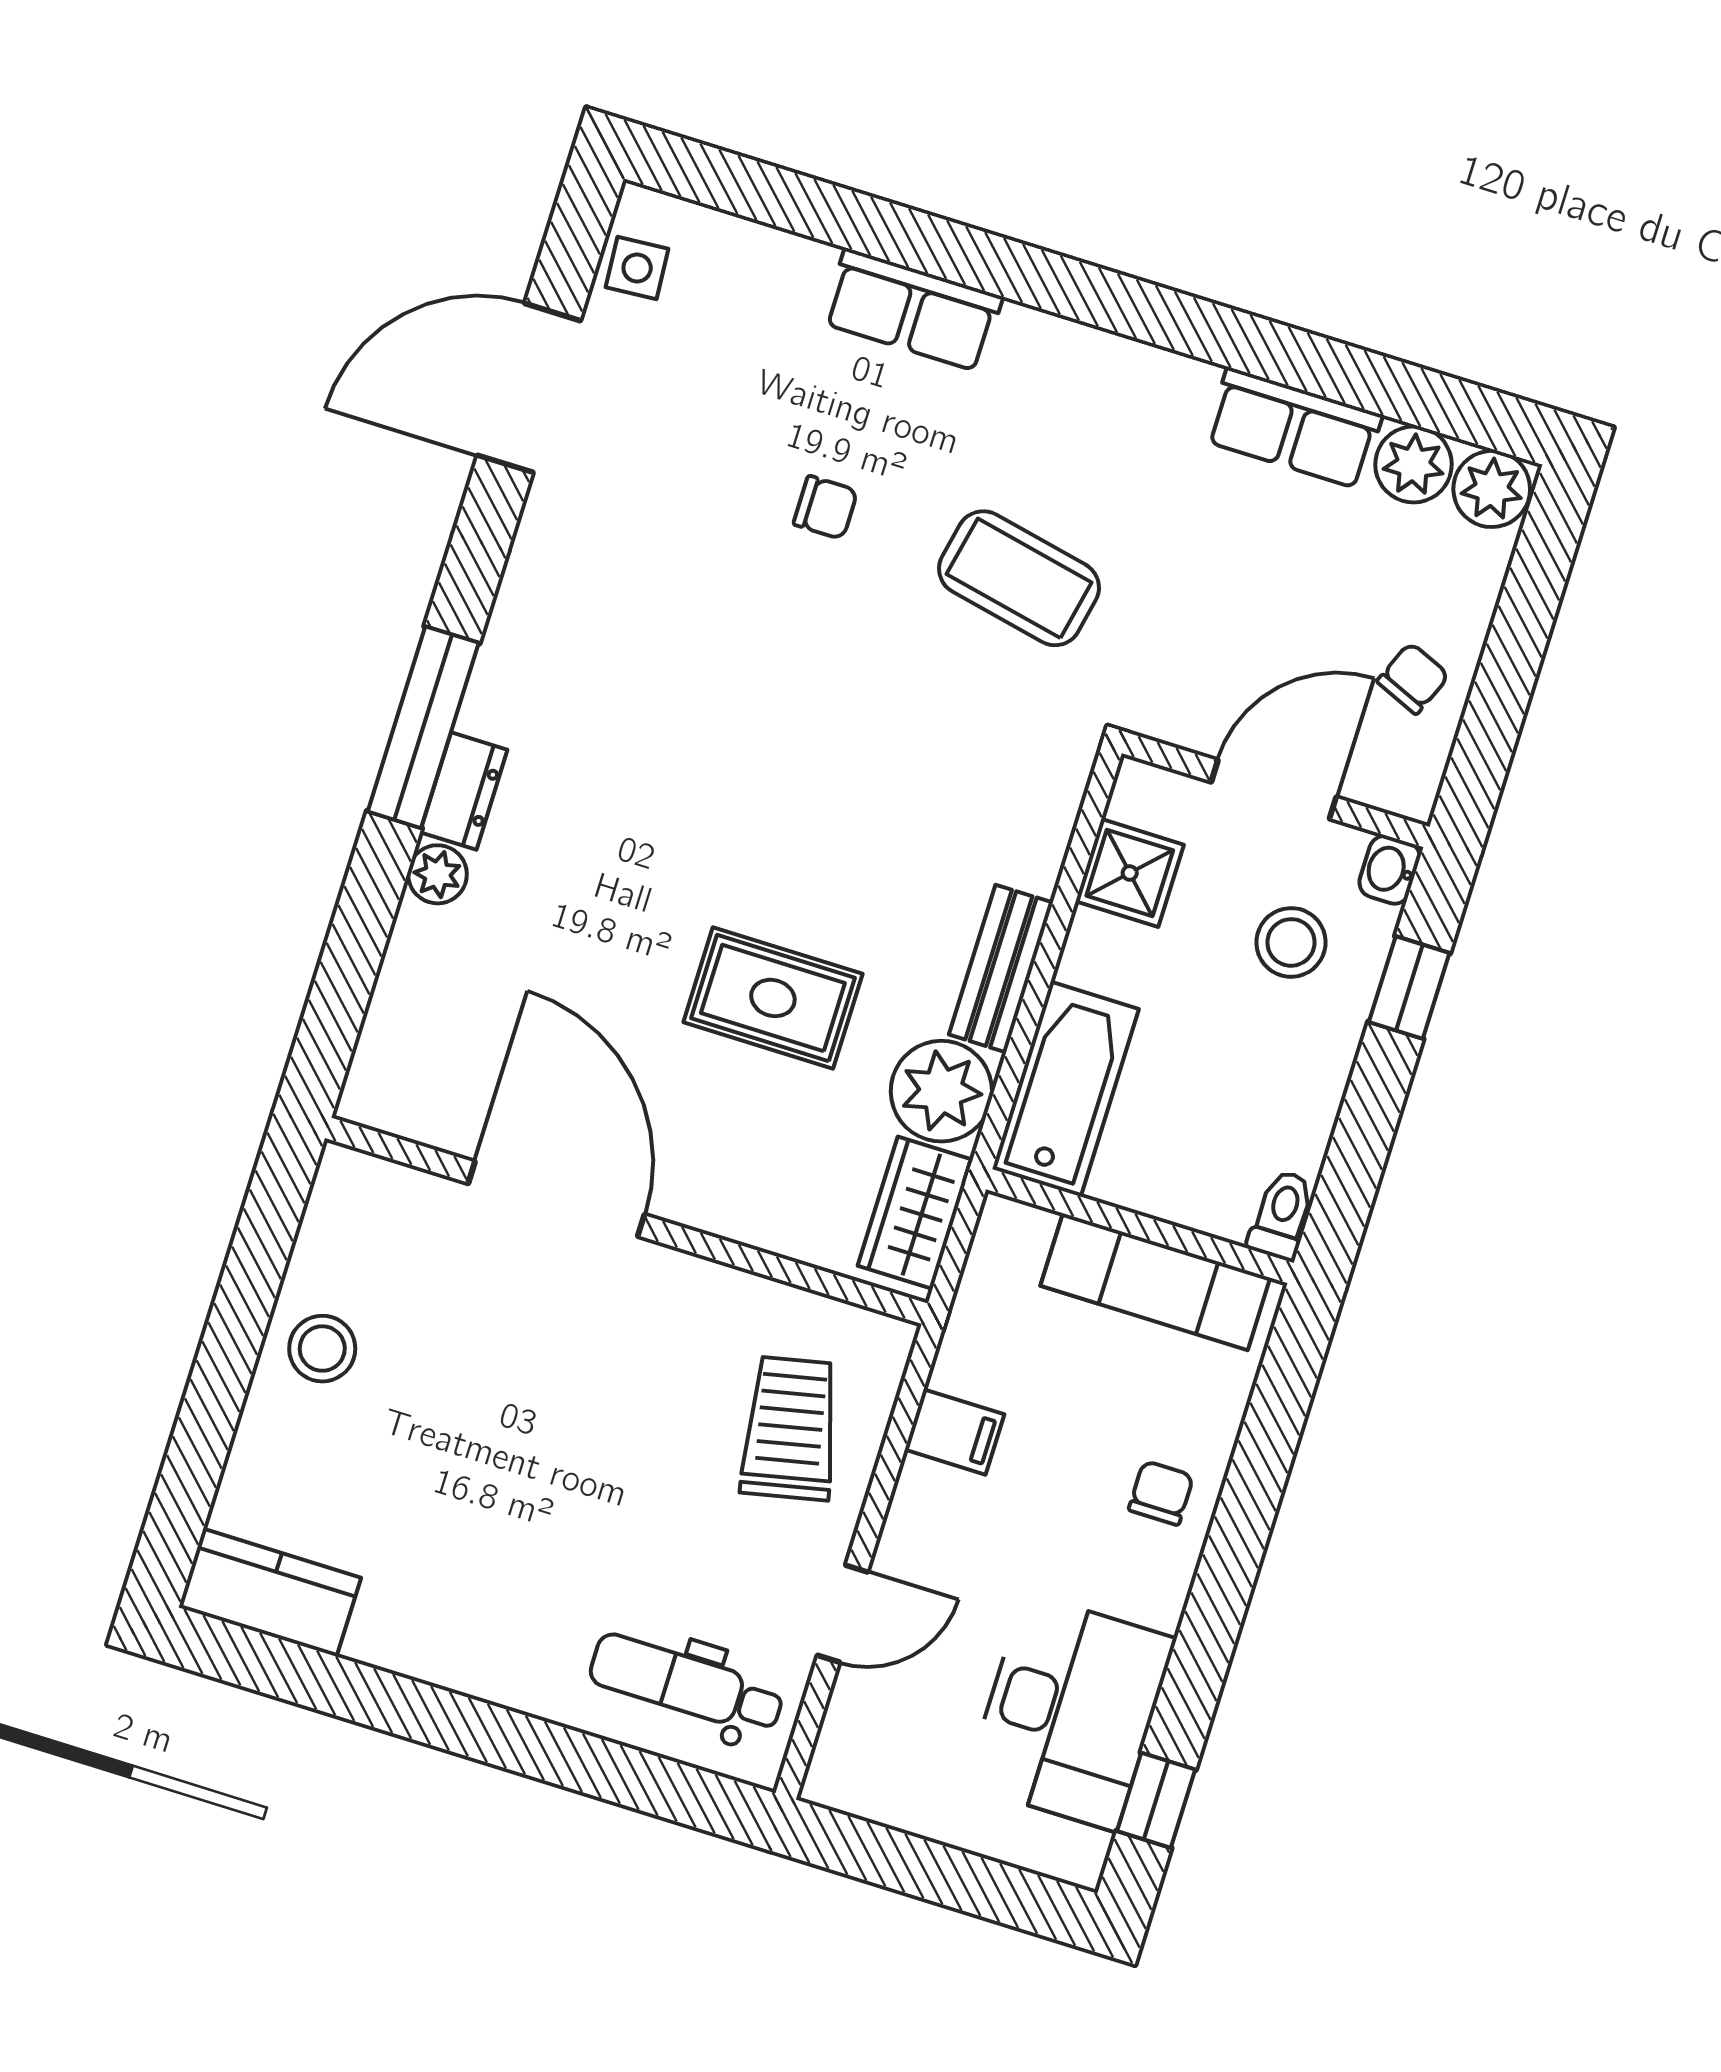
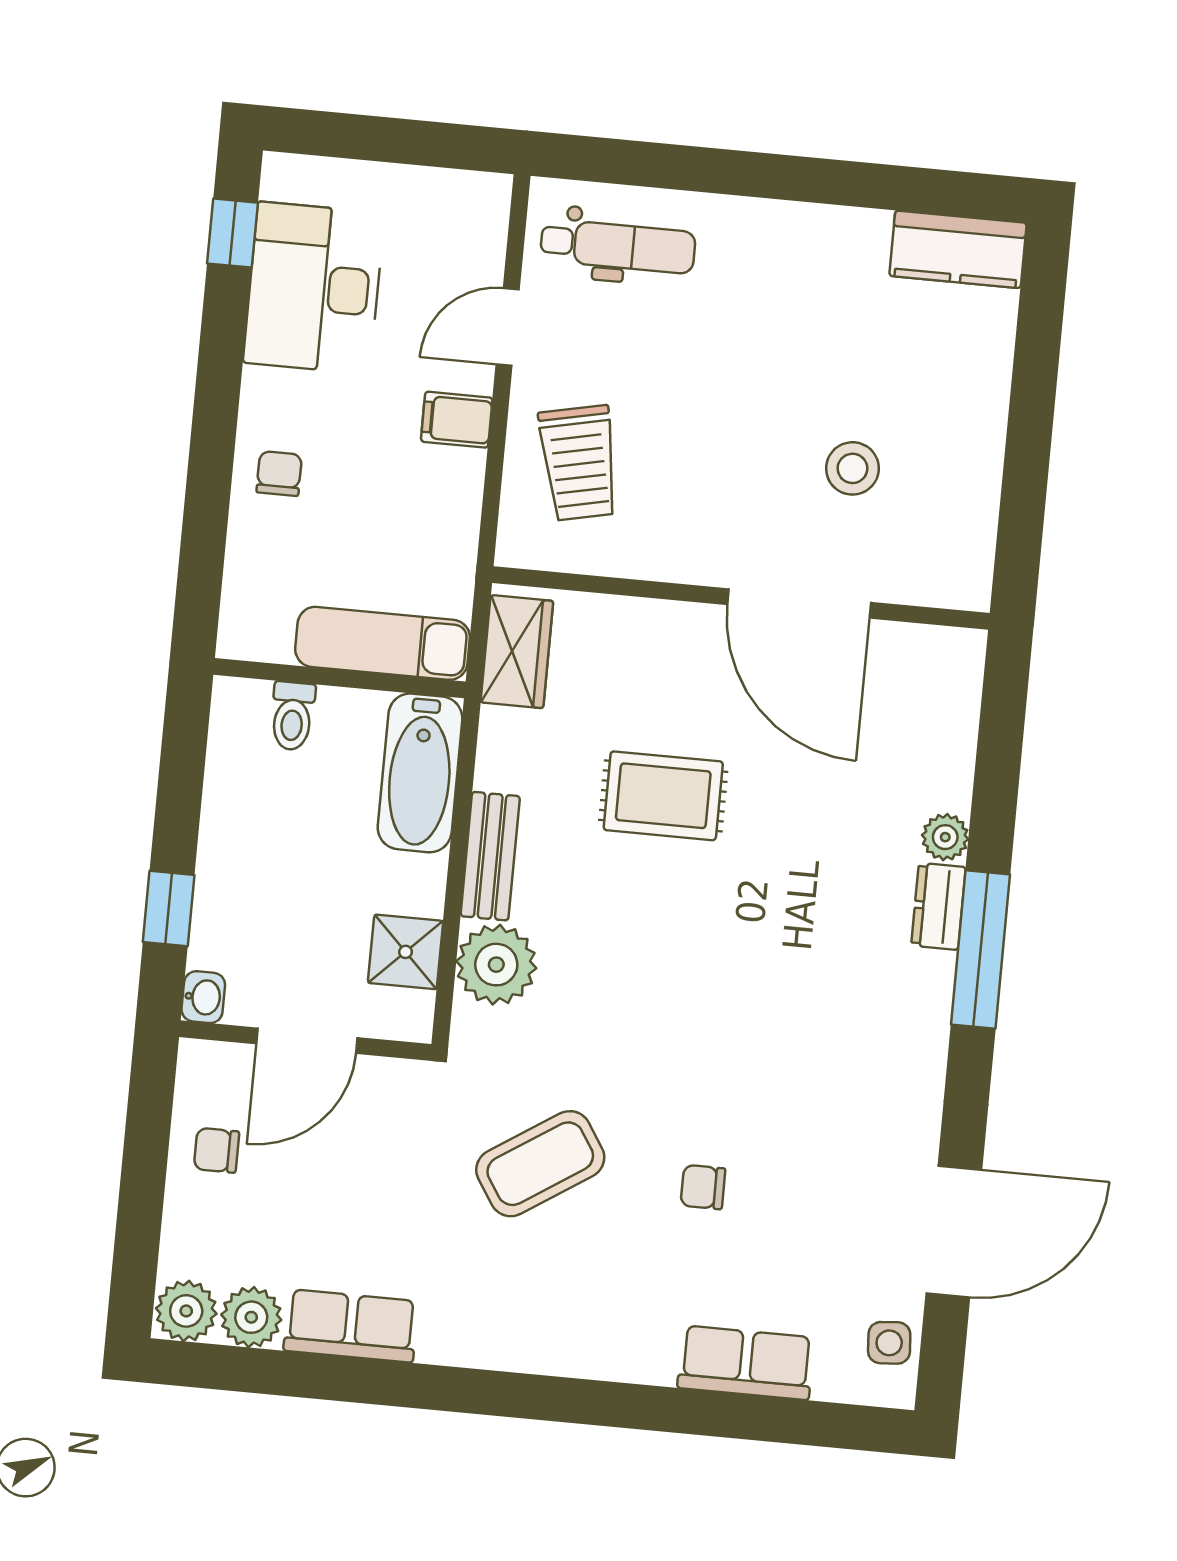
row of seats: (912, 310) -> (746, 1363), moved
coffee table: (1019, 578) -> (540, 1164), turned -45
chair: (1413, 678) -> (216, 1150), turned 67
stool: (1291, 942) -> (268, 924), removed
plant: (941, 1091) -> (496, 965), moved
toilet: (1282, 1215) -> (292, 716), moved
exam couch: (1155, 1282) -> (383, 643), moved
stool: (322, 1349) -> (852, 468), moved
filing cabinet: (955, 1432) -> (457, 420), moved
chair: (1161, 1493) -> (279, 474), turned 180

